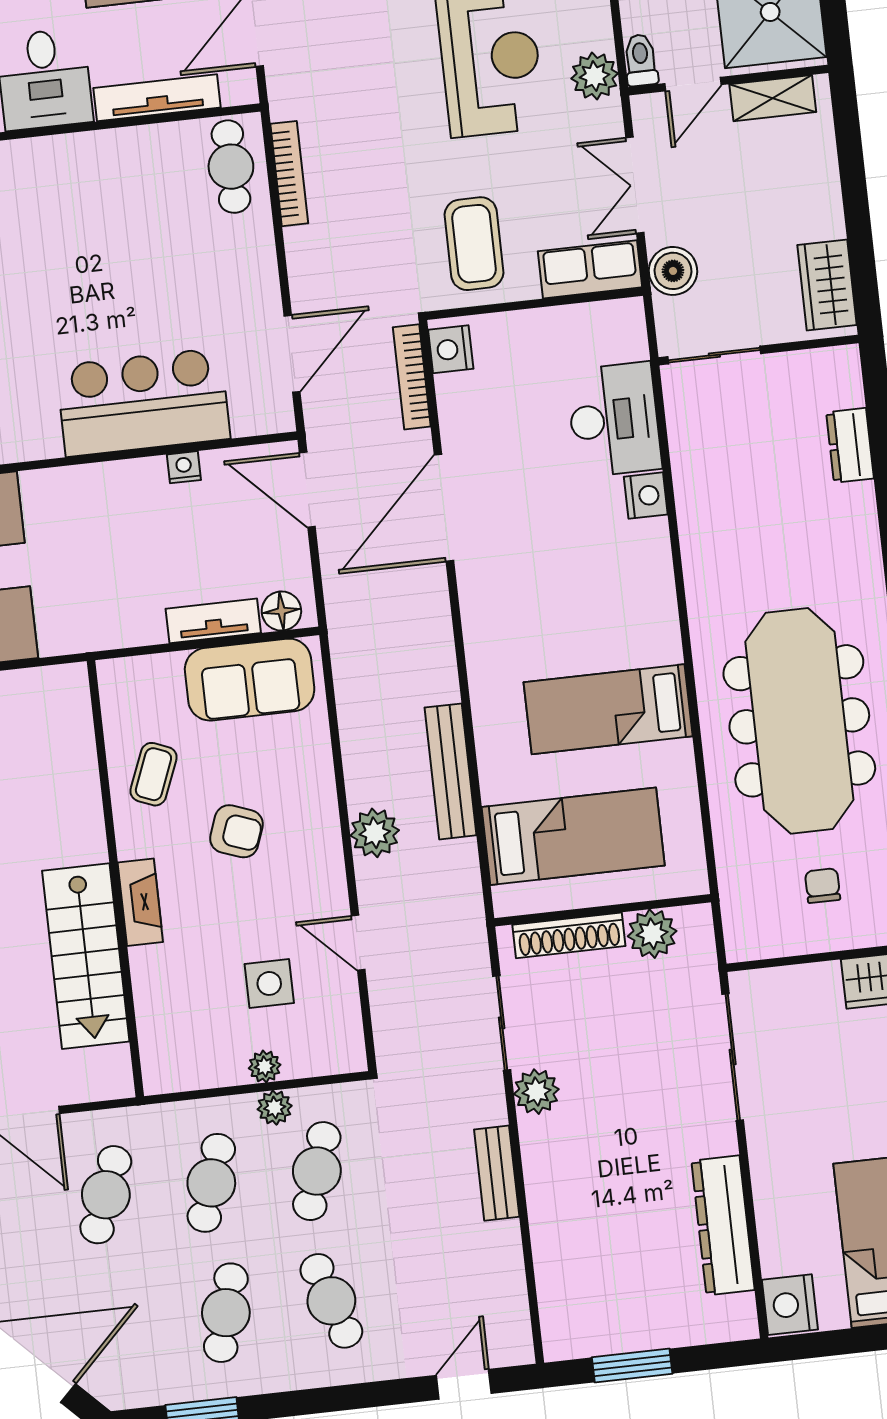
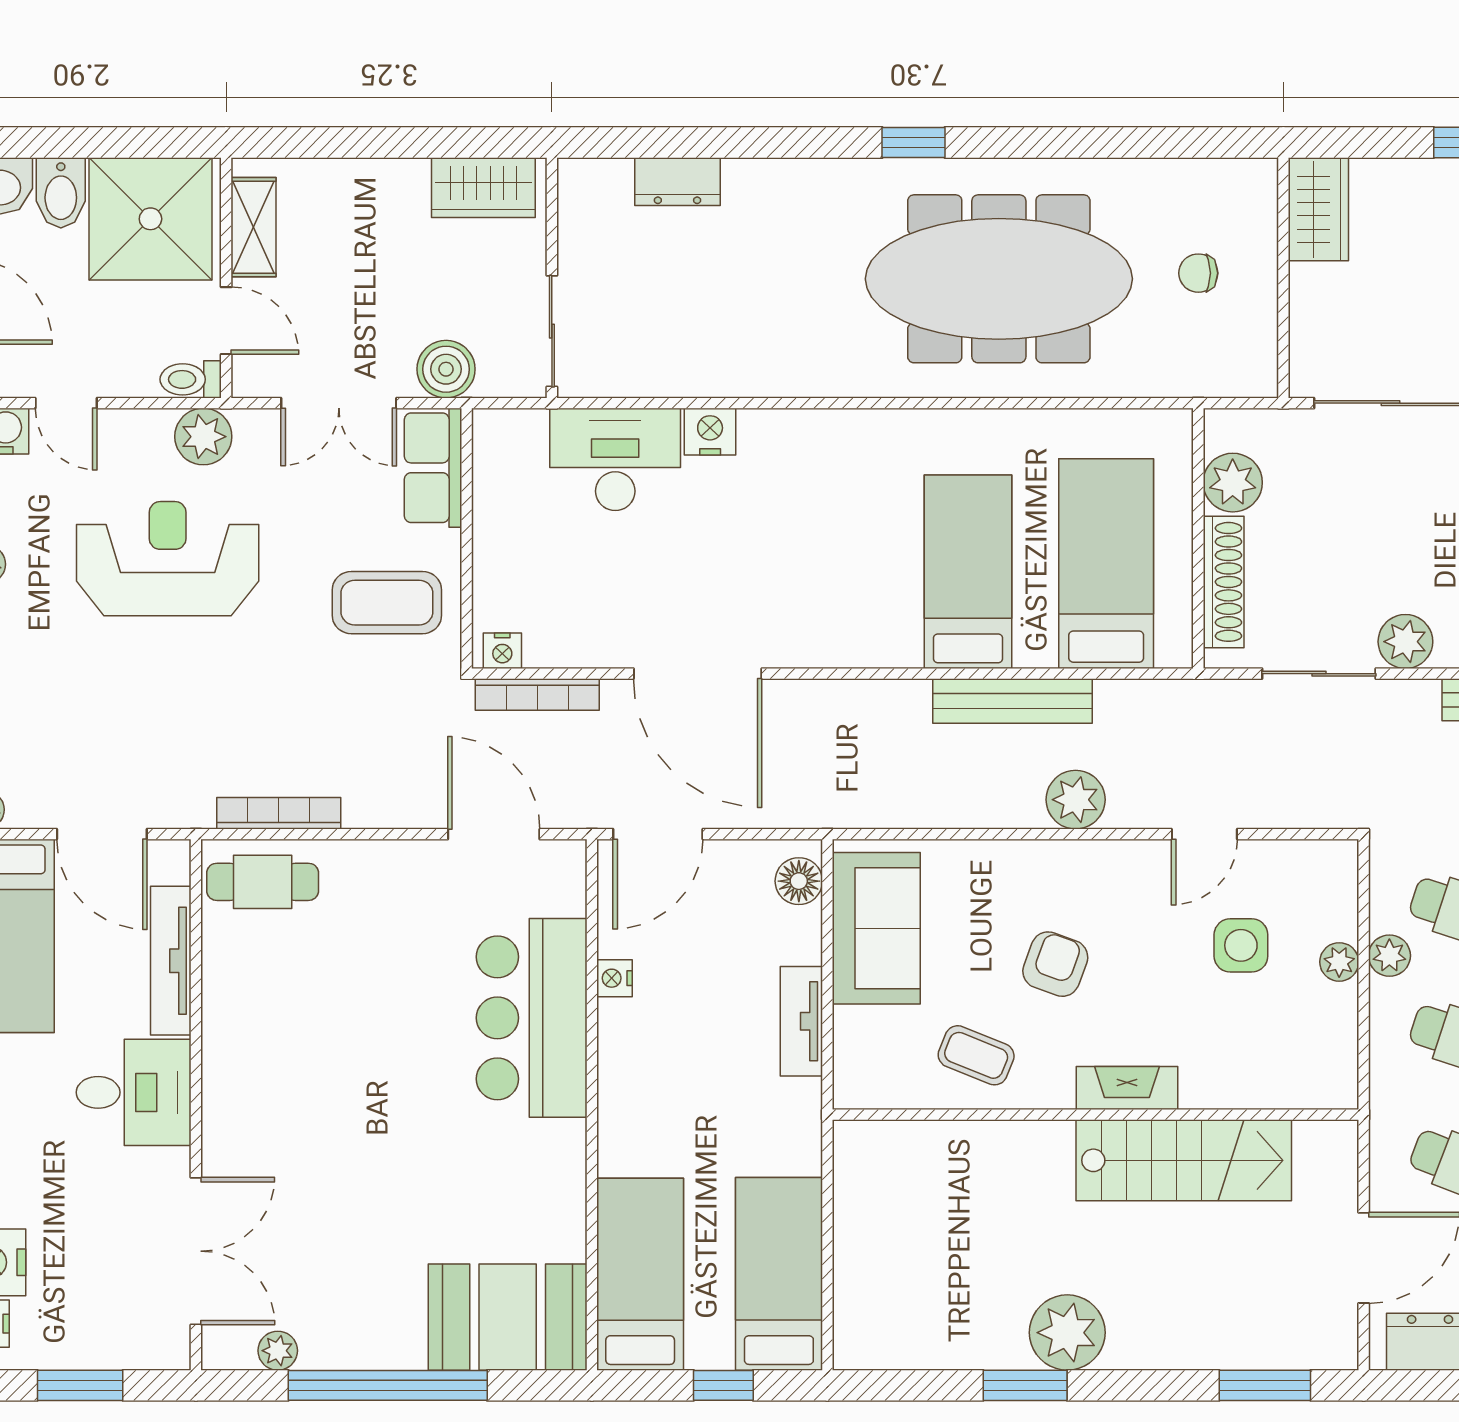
nightstand: (451, 349) -> (502, 651), width x0.72, depth x0.74
tv unit: (213, 621) -> (801, 1021), moved
bed: (608, 709) -> (968, 572), moved, turned 180

